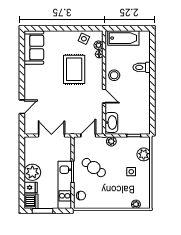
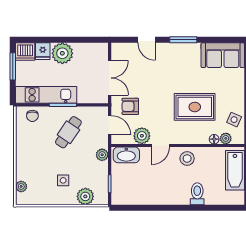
window: (22, 78) -> (183, 40), added
plant: (96, 110) -> (142, 136), added
armchair: (74, 119) -> (130, 106), added

